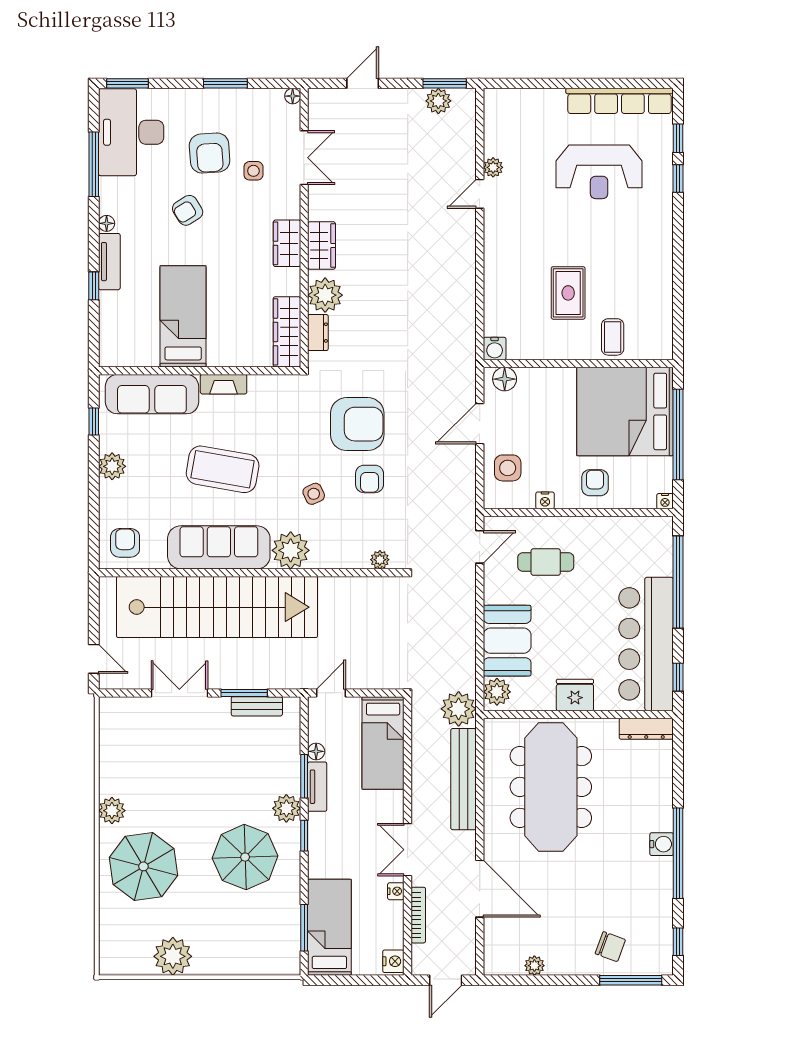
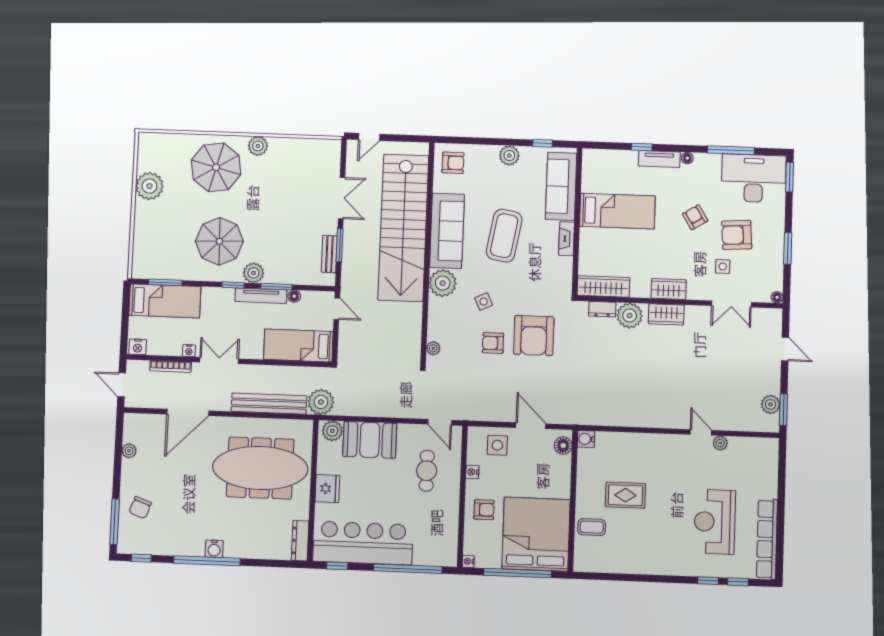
tv unit: (317, 787) -> (261, 296), width x1.41

